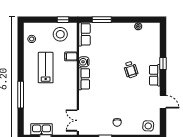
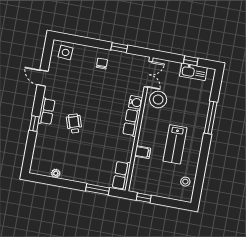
stool: (60, 34) -> (158, 100), moved
water cooler: (84, 62) -> (136, 102), moved

